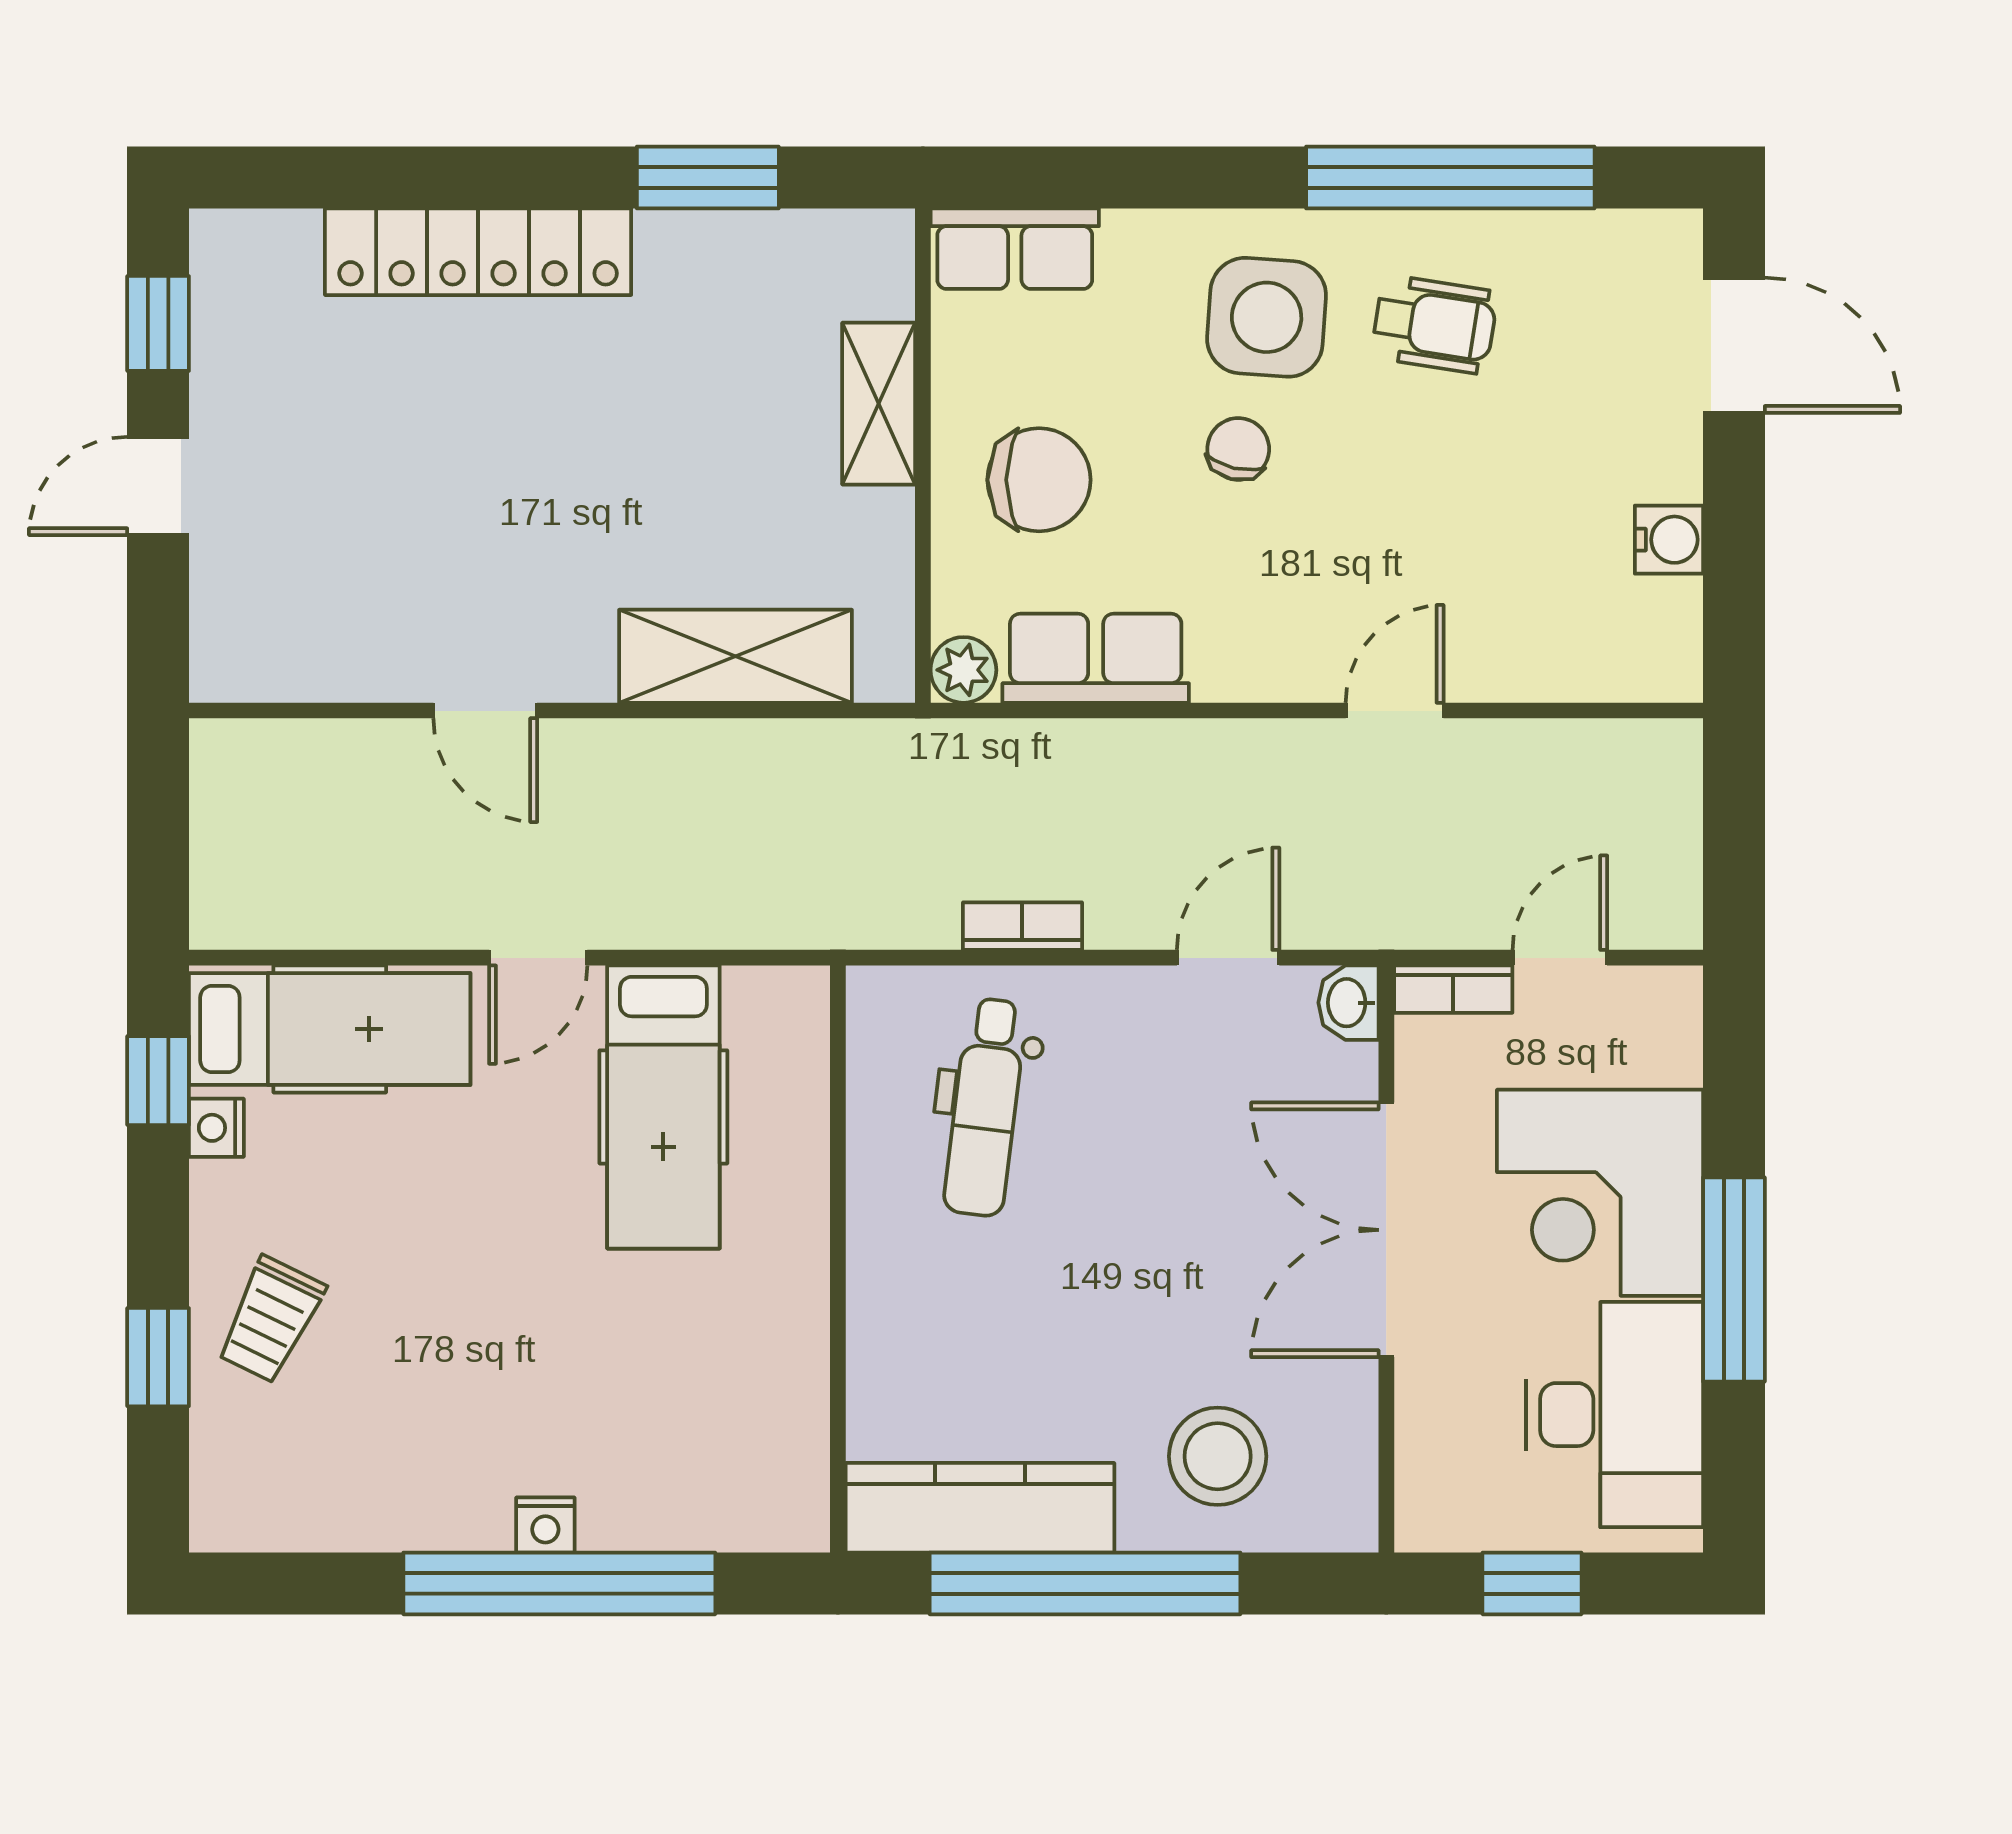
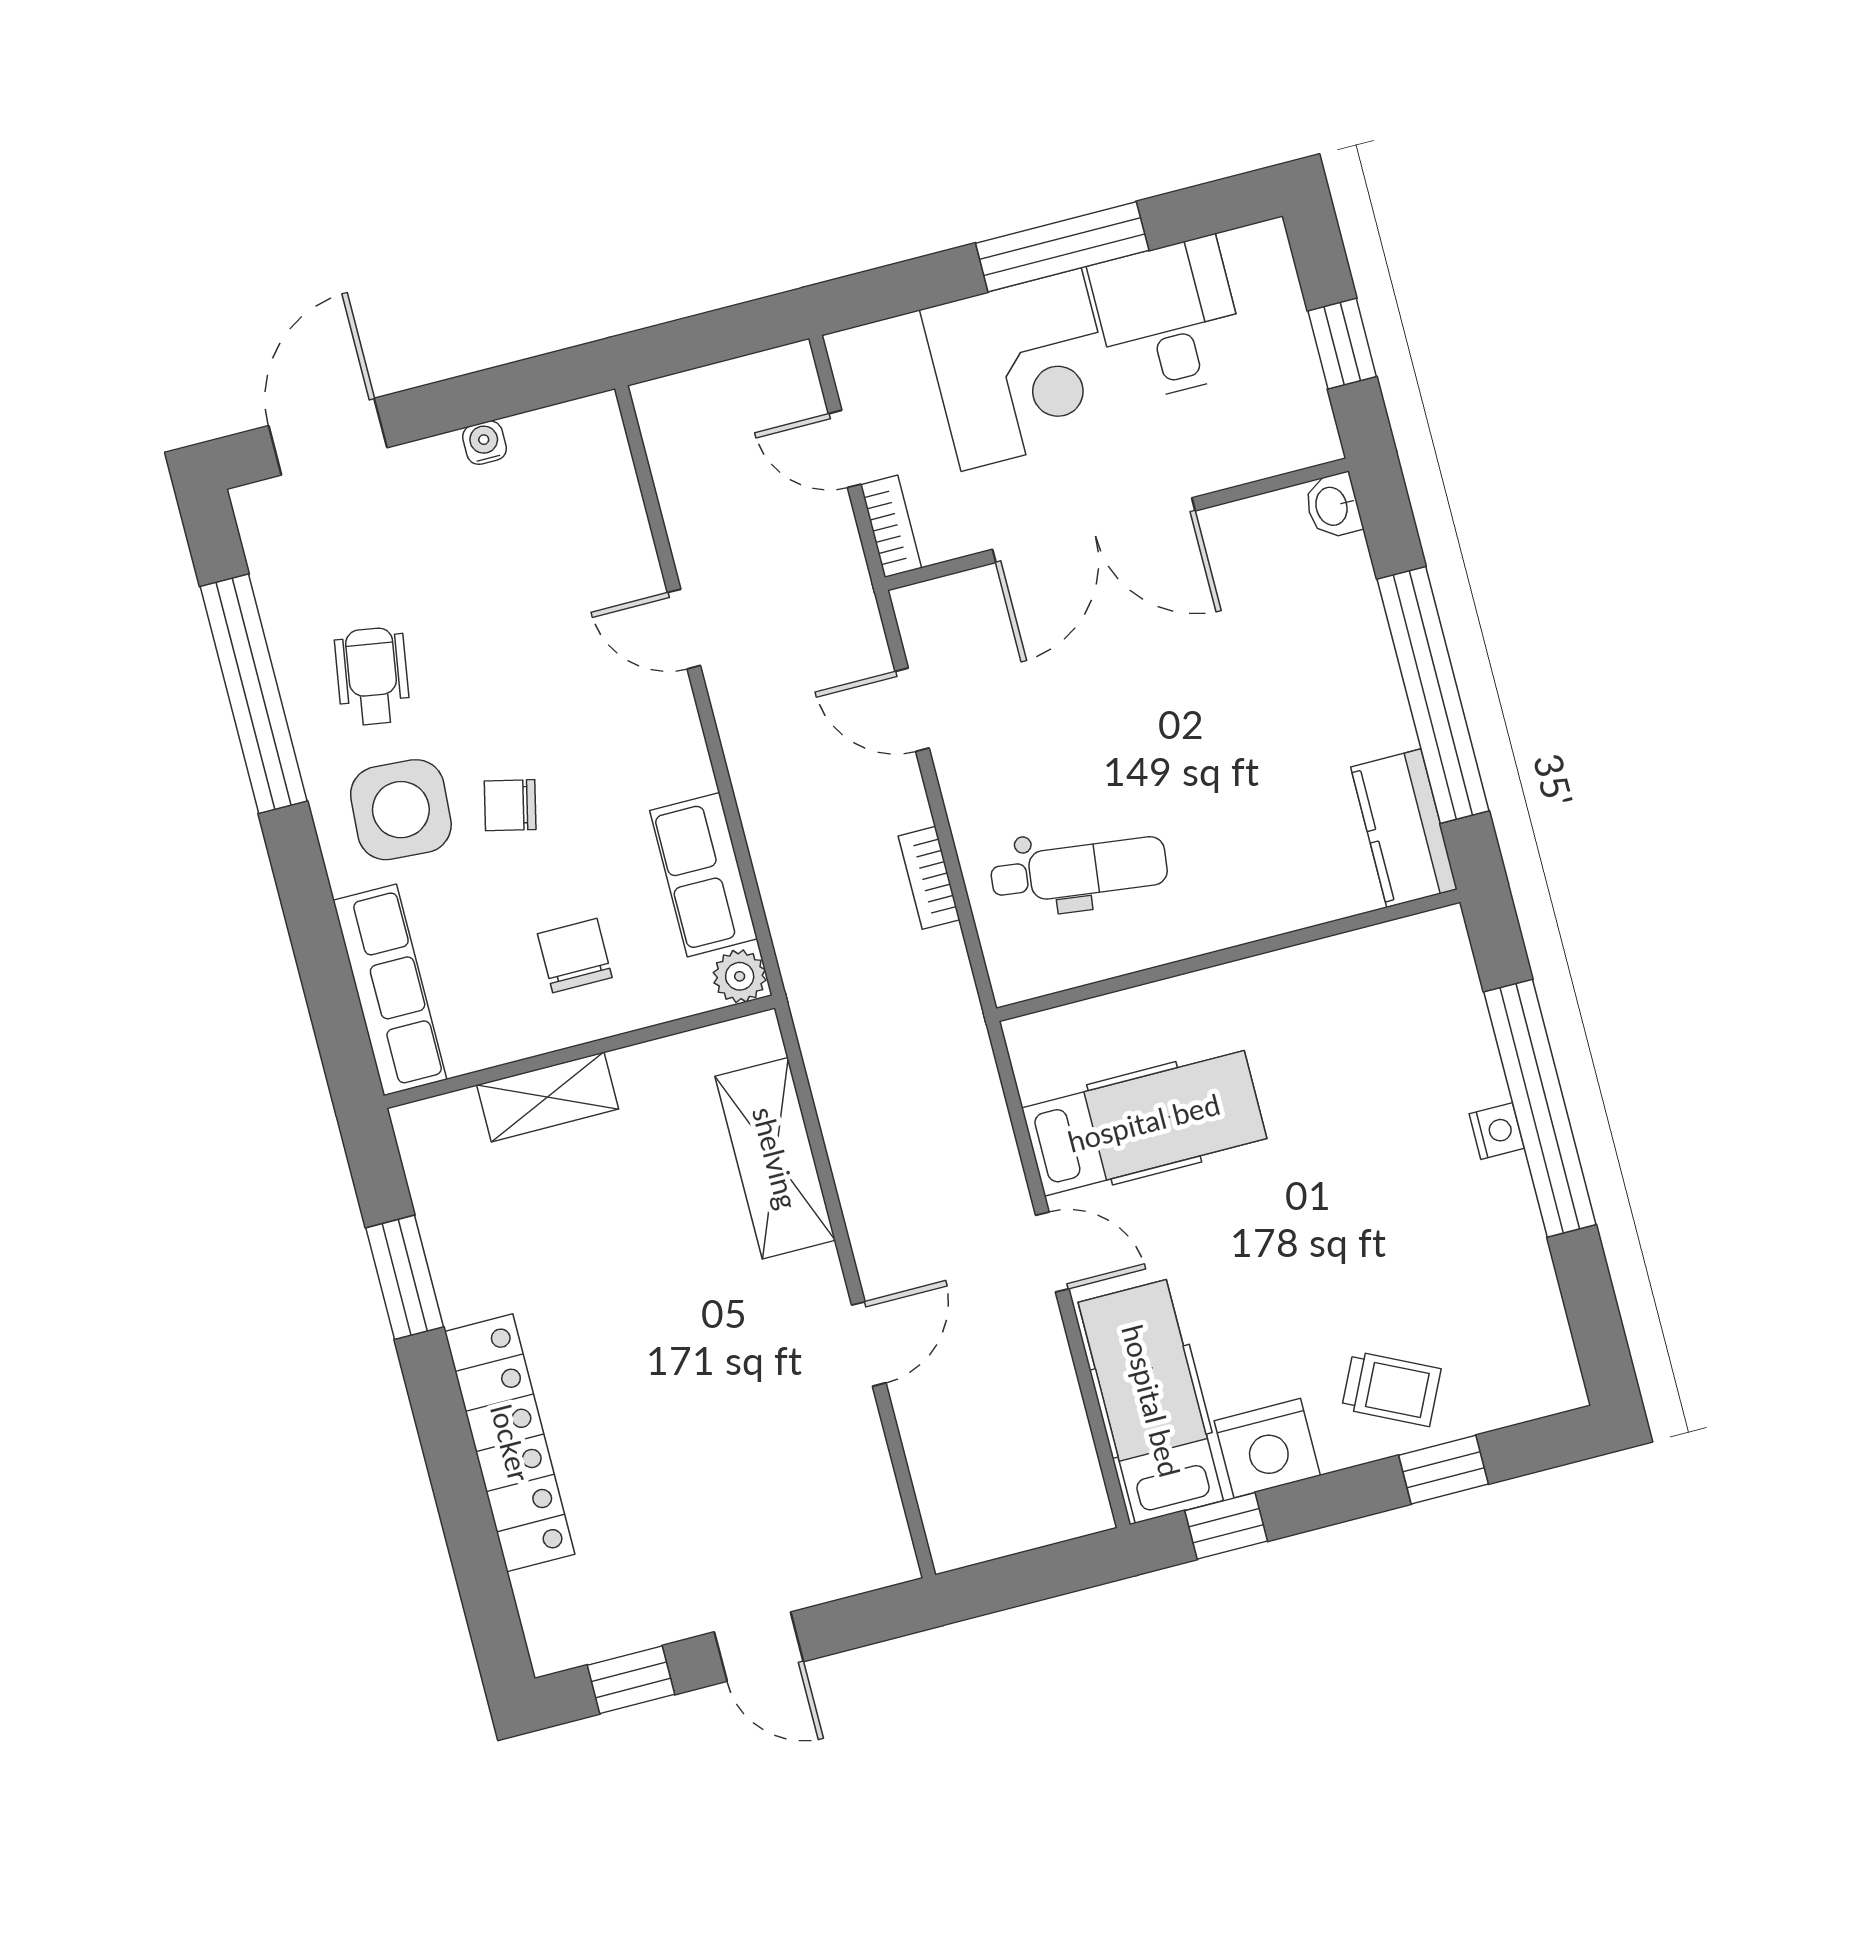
row of seats: (1015, 249) -> (390, 990), width x1.48
chair: (1039, 480) -> (575, 956), width x0.73, depth x0.73
water cooler: (1669, 540) -> (485, 443), width x0.72, depth x0.72
washbasin: (1348, 1003) -> (1333, 506), moved, turned 90
nightstand: (216, 1128) -> (1267, 1448), width x1.89, depth x1.79
desk: (1615, 1415) -> (1169, 319), width x0.73
stool: (1218, 1456) -> (1306, 617), removed
kitchen counter: (980, 1508) -> (1404, 828), width x0.67

